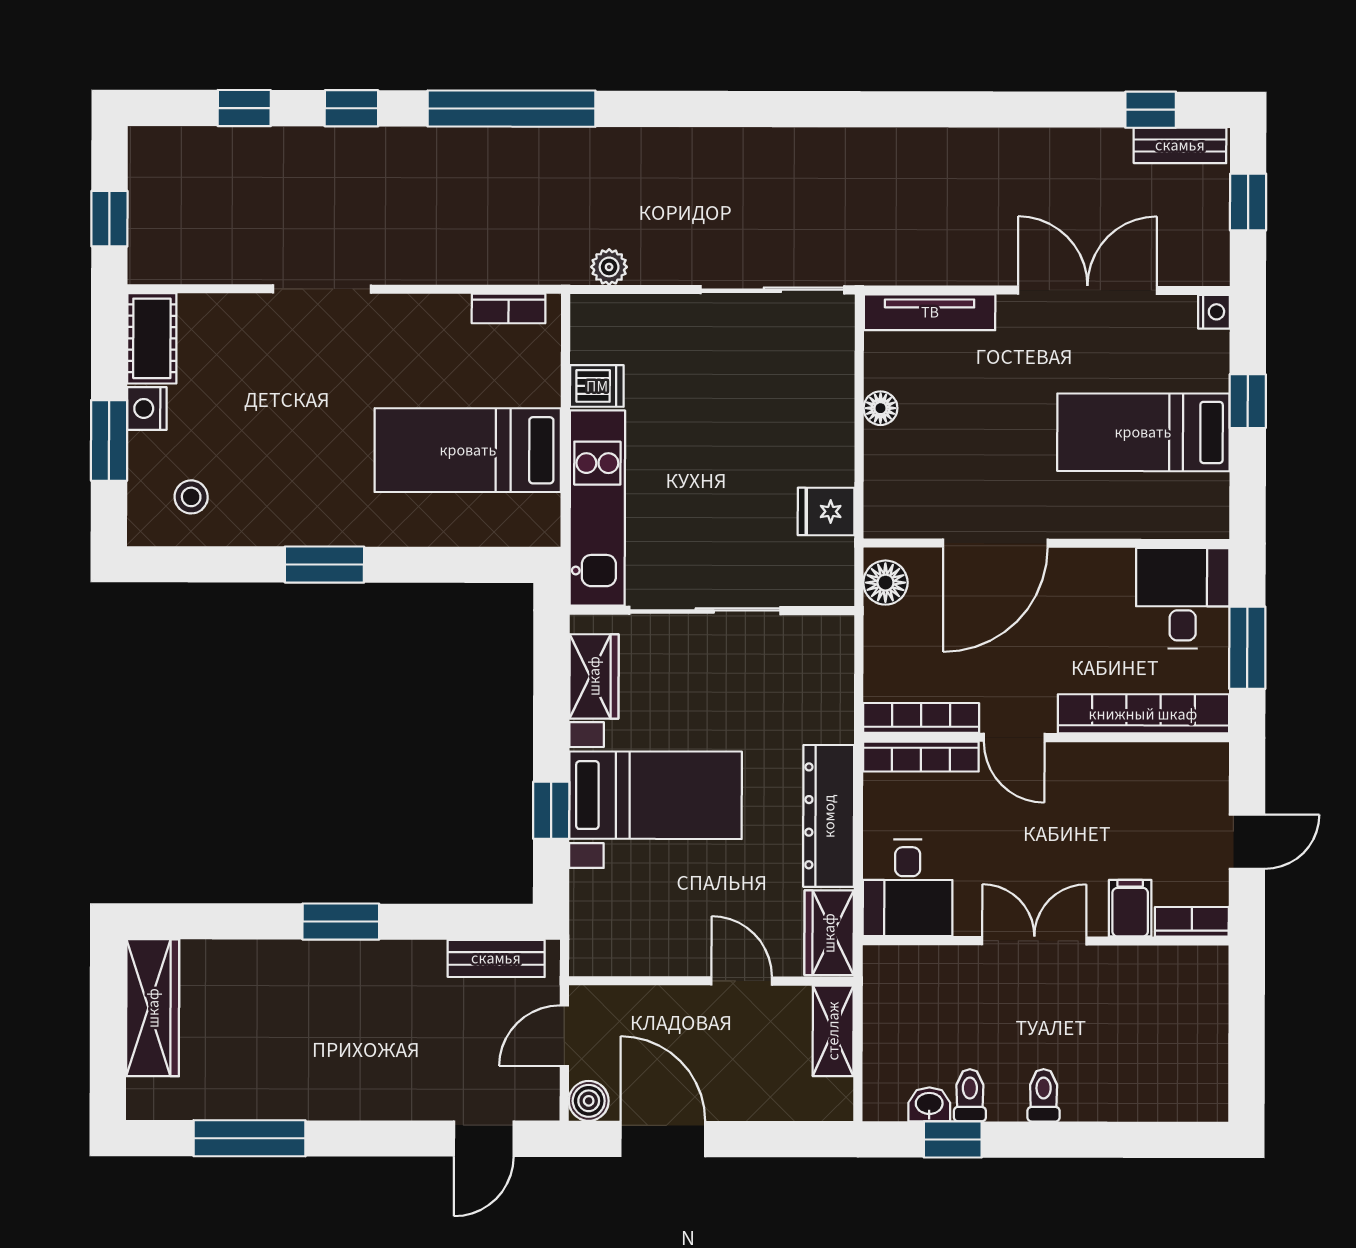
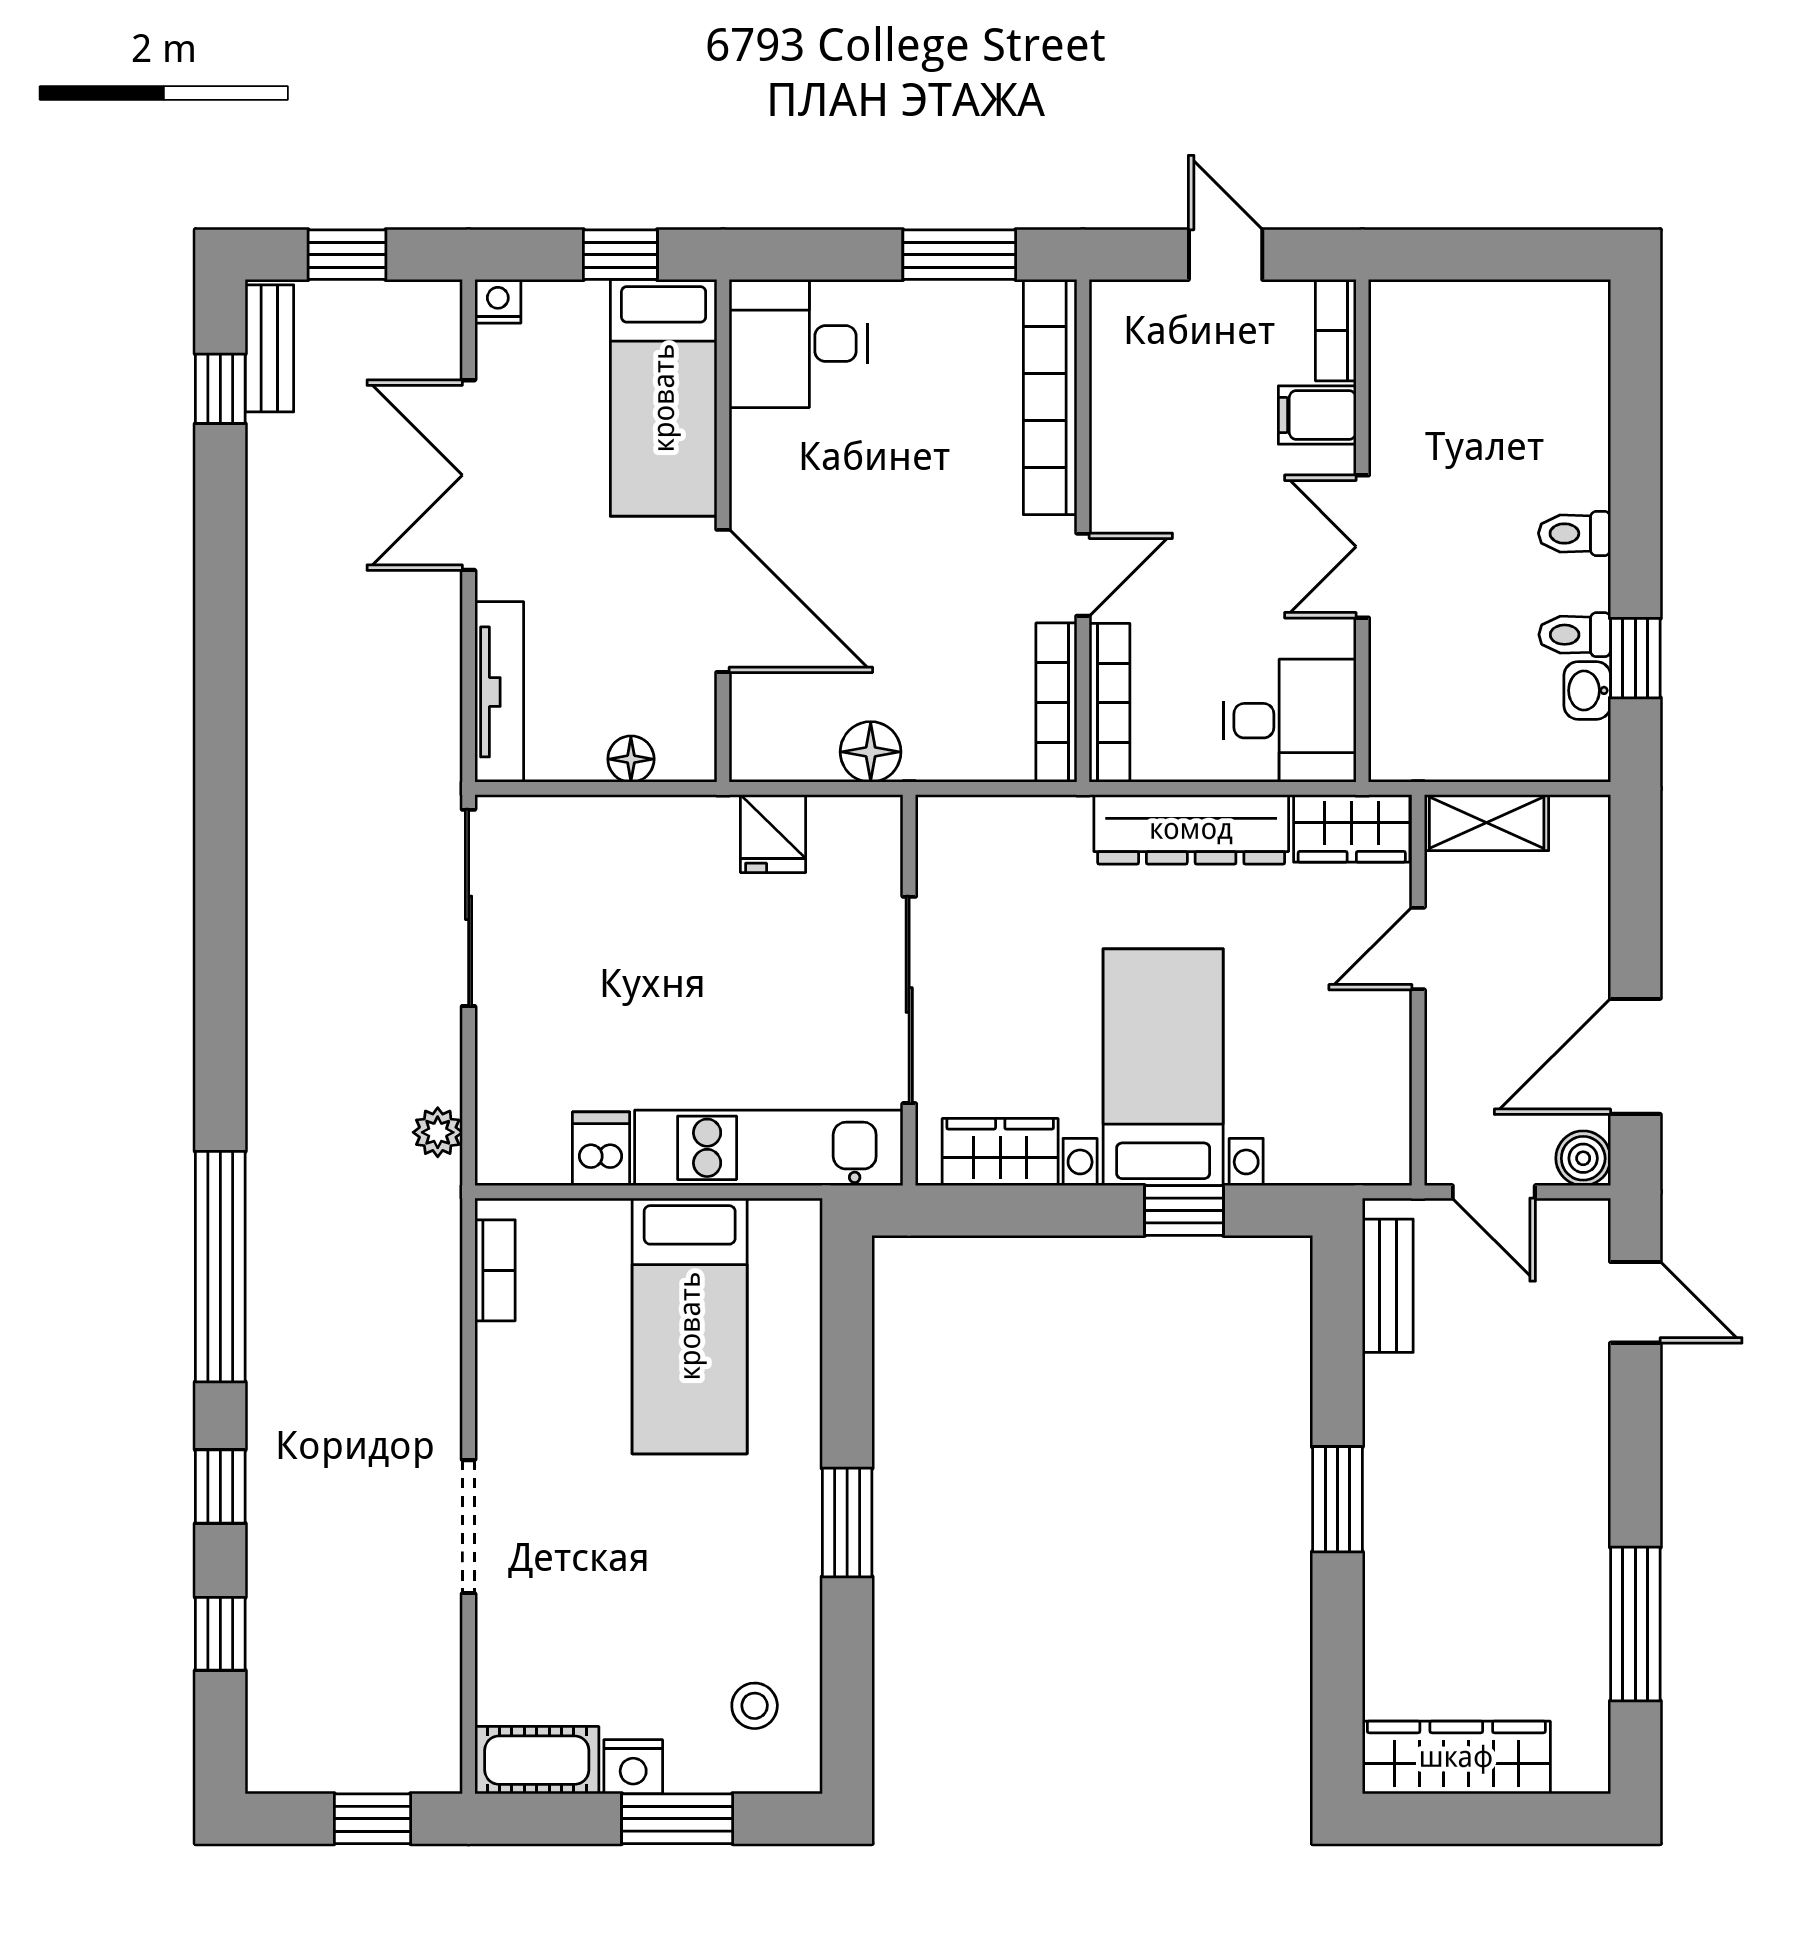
door: (995, 543) -> (723, 601), moved
wall: (1046, 543) -> (723, 531), moved
desk: (1183, 598) -> (798, 344), moved

